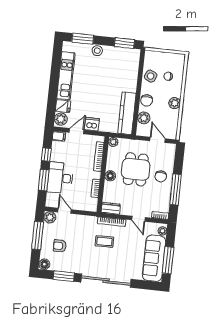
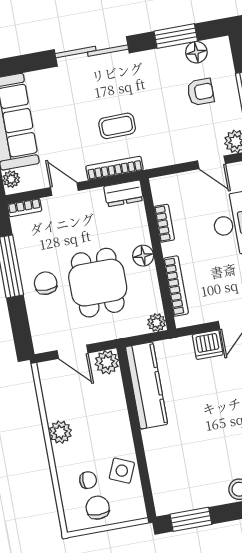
chair: (147, 100) -> (98, 508), moved
plant: (144, 118) -> (107, 362), moved
floor lamp: (44, 264) -> (196, 52), moved
sliding door: (106, 281) -> (92, 51), width x0.73

